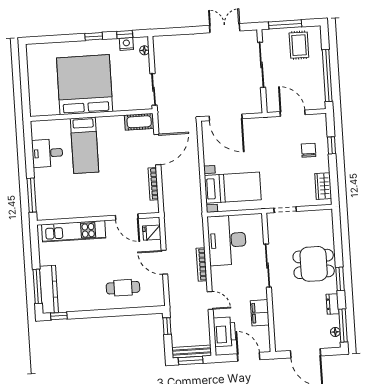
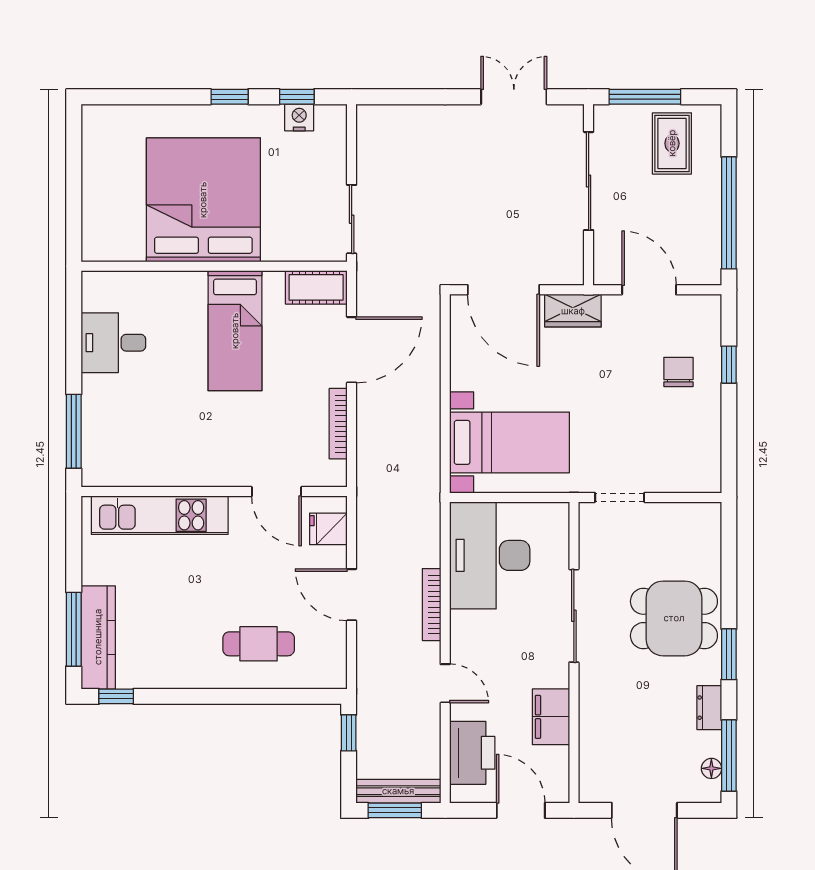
floor lamp: (144, 50) -> (337, 134), removed
bed: (84, 145) -> (235, 331), moved
wardrobe: (323, 186) -> (573, 311), moved, turned -90

